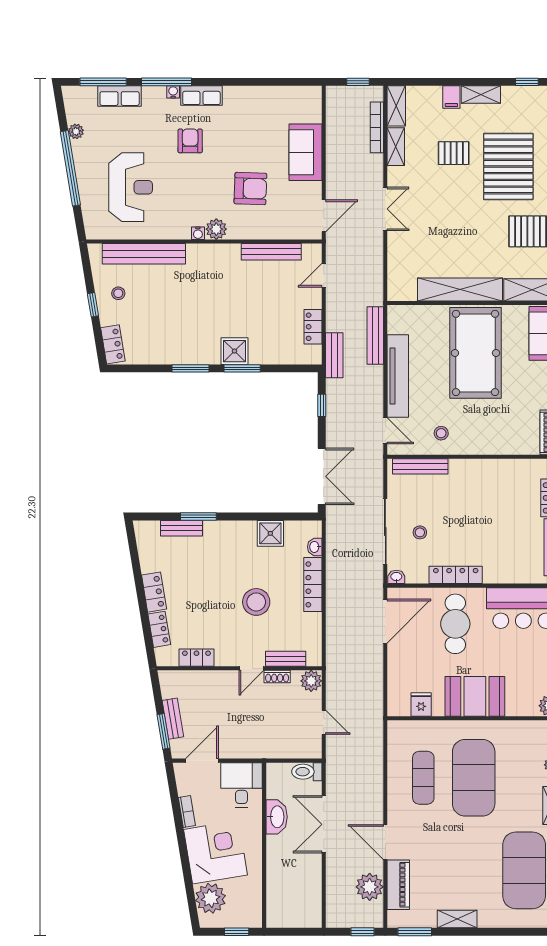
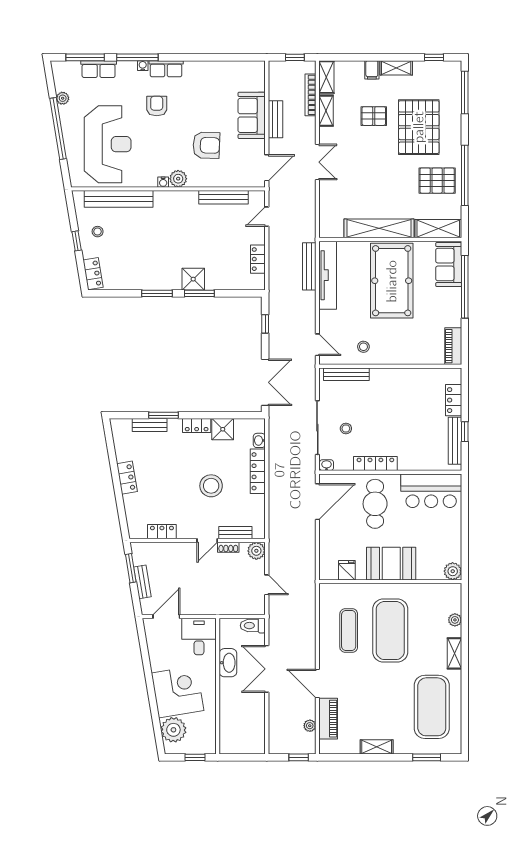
reception desk: (131, 187) -> (108, 144), width x1.36, depth x1.30
bench: (334, 355) -> (275, 119), moved
tv unit: (398, 376) -> (328, 275), moved
locker: (159, 629) -> (197, 426), moved, turned 99
window: (163, 731) -> (131, 568), moved
bookcase: (187, 812) -> (154, 658), removed
plant: (370, 887) -> (310, 726), width x0.53, depth x0.53
window: (415, 932) -> (427, 757), moved

